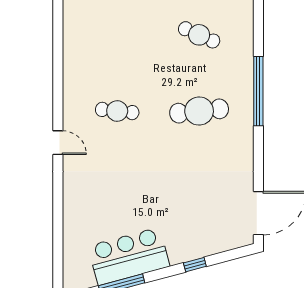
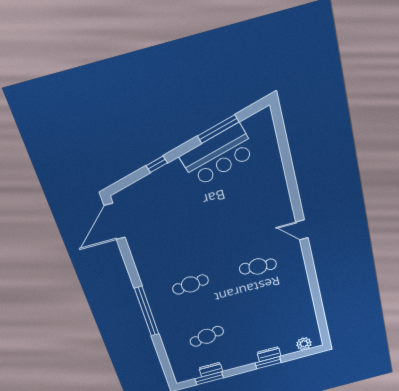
cafe table: (199, 35) -> (207, 336), turned -36
cafe table: (199, 111) -> (190, 285), width x0.73, depth x0.74

